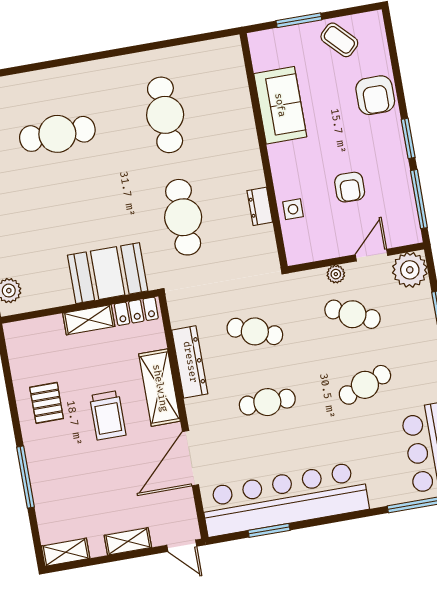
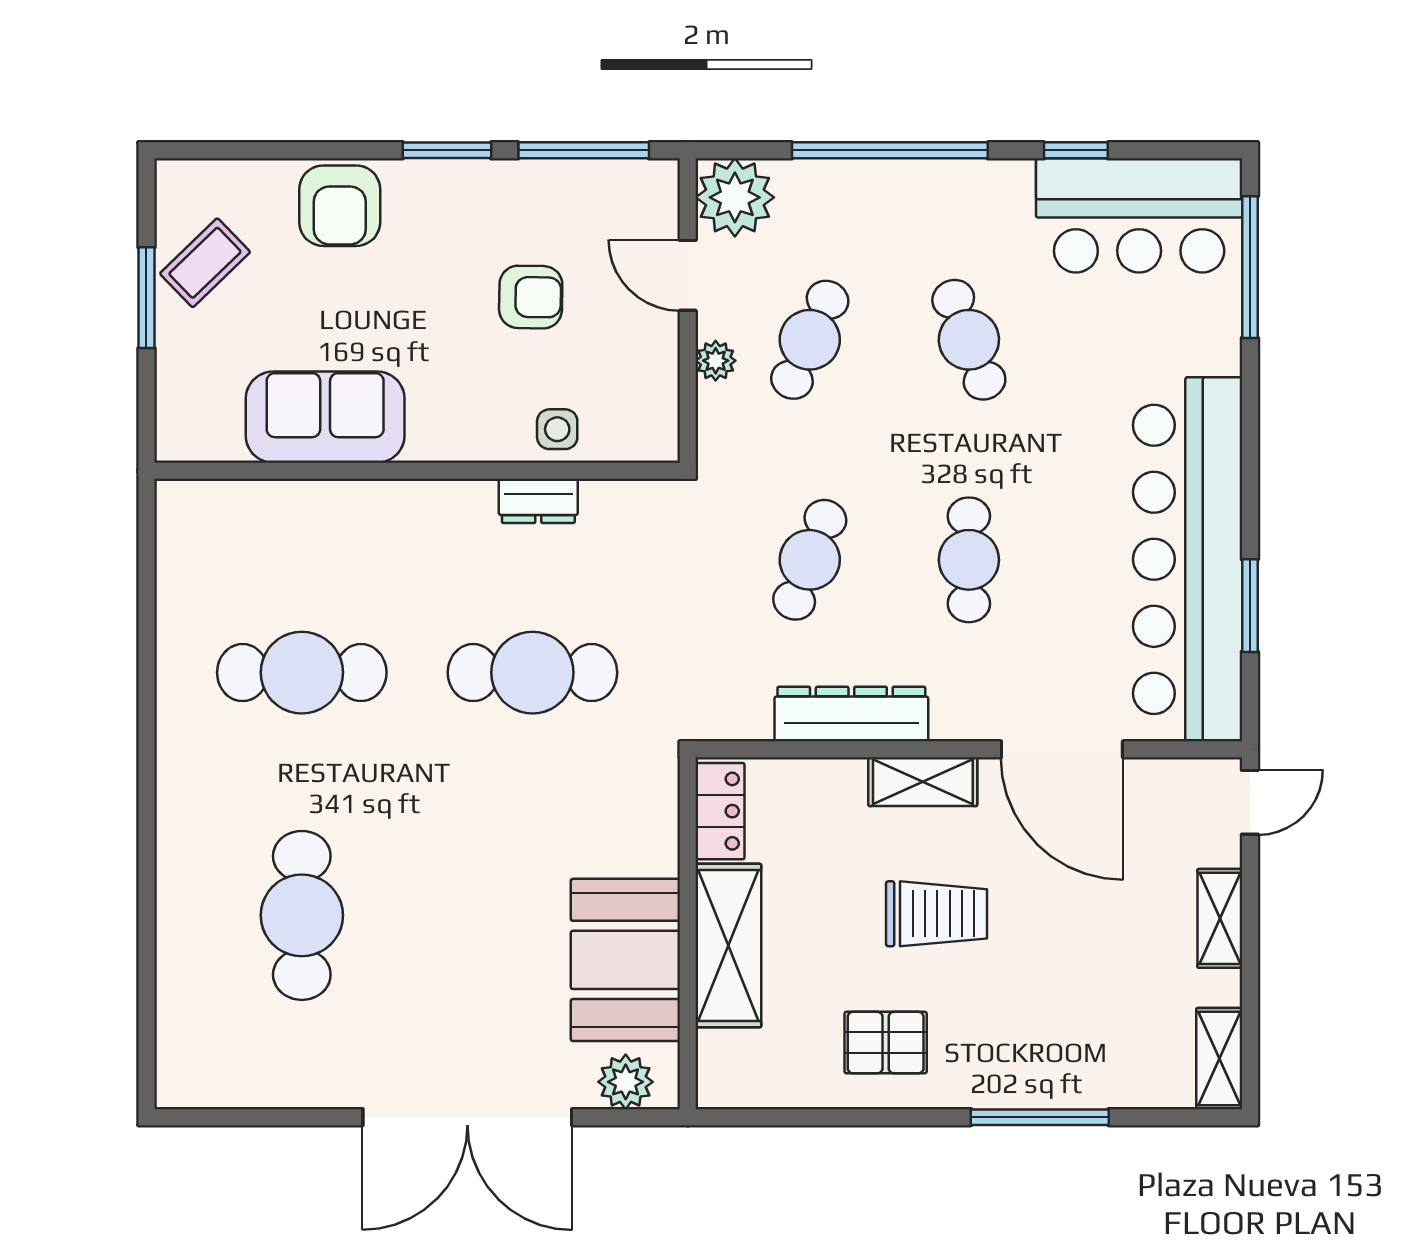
window: (299, 20) -> (146, 298), moved
armchair: (375, 95) -> (340, 206), turned 90
booth: (108, 273) -> (625, 960), moved
shelving: (89, 320) -> (728, 946), width x1.50, depth x1.33
shelving: (160, 388) -> (923, 782), width x0.67, depth x0.75

